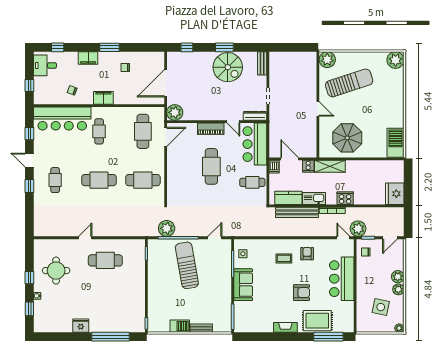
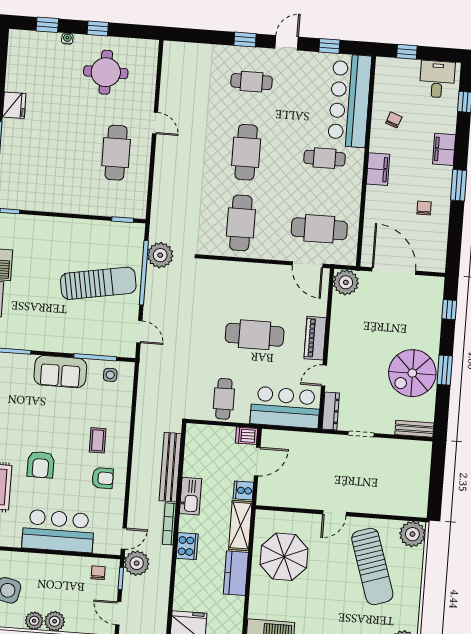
kitchen counter: (288, 198) -> (236, 573), moved, turned 180

